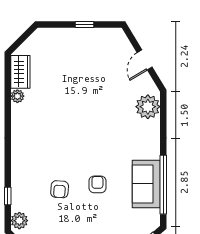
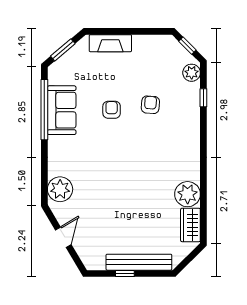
bench: (71, 36) -> (139, 262), added
plant: (17, 96) -> (188, 194), width x1.88, depth x1.88
armchair: (97, 184) -> (112, 110), turned 180

